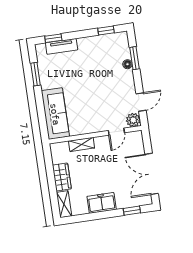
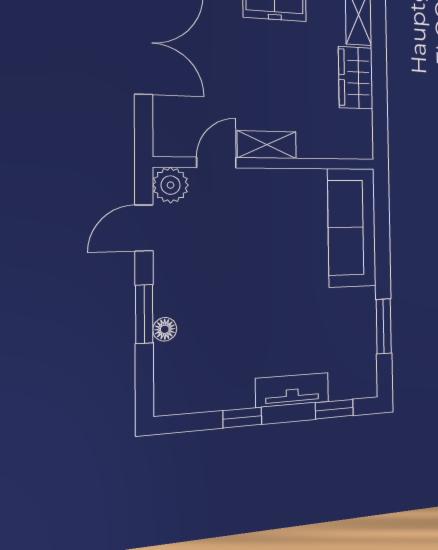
window: (106, 30) -> (242, 418), moved
tv unit: (62, 46) -> (292, 390), moved
window: (135, 58) -> (144, 314), moved
shelving: (82, 144) -> (267, 145), moved

